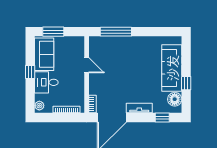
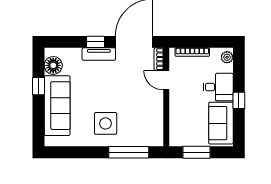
window: (53, 32) -> (196, 152), moved
side table: (134, 54) -> (106, 123), added
door: (87, 65) -> (166, 80), moved
window: (162, 118) -> (95, 42), moved

